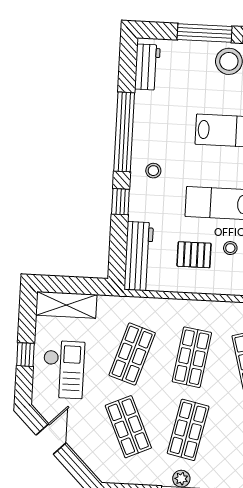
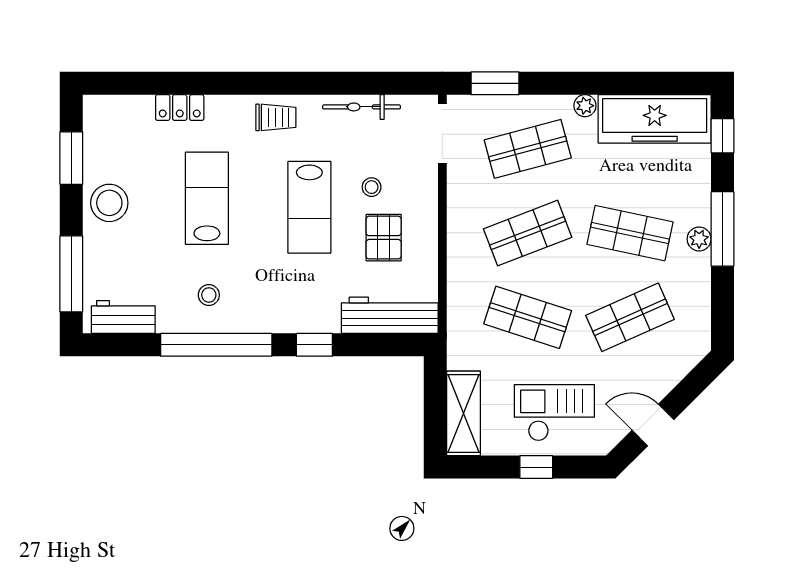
window: (205, 33) -> (71, 274), moved
stool: (153, 171) -> (209, 295), moved
shop shelf: (192, 357) -> (528, 233), turned -30

